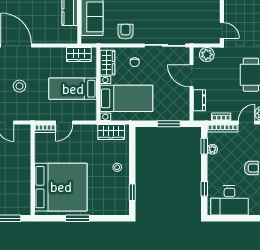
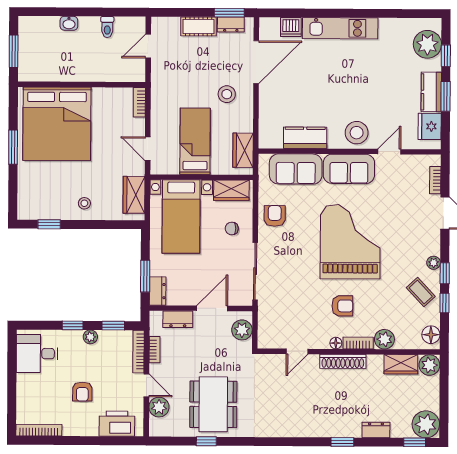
door: (222, 30) -> (297, 351), moved
armchair: (126, 32) -> (275, 216), turned -90
stool: (19, 86) -> (227, 94), moved
dresser: (179, 115) -> (158, 291), added
door: (64, 122) -> (148, 149), moved
plant: (212, 149) -> (90, 337), moved
window: (204, 189) -> (73, 325), moved
desk: (229, 200) -> (37, 354), width x0.73

